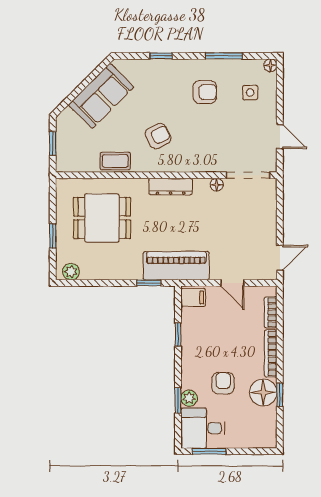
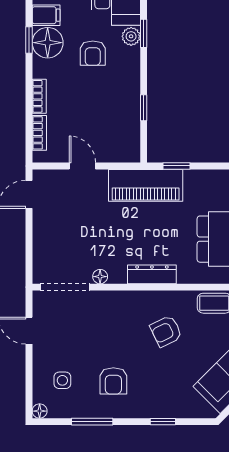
armchair: (205, 92) -> (113, 381), turned -90
filing cabinet: (193, 297) -> (46, 15), moved, turned 180
bookcase: (271, 353) -> (39, 96), width x0.64

